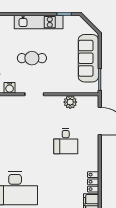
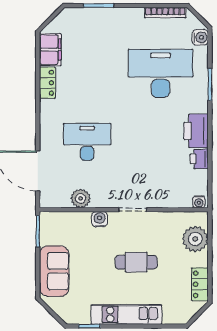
sofa: (88, 58) -> (54, 271), width x0.73
water cooler: (10, 88) -> (100, 219), moved
desk: (66, 141) -> (87, 142), width x1.37

